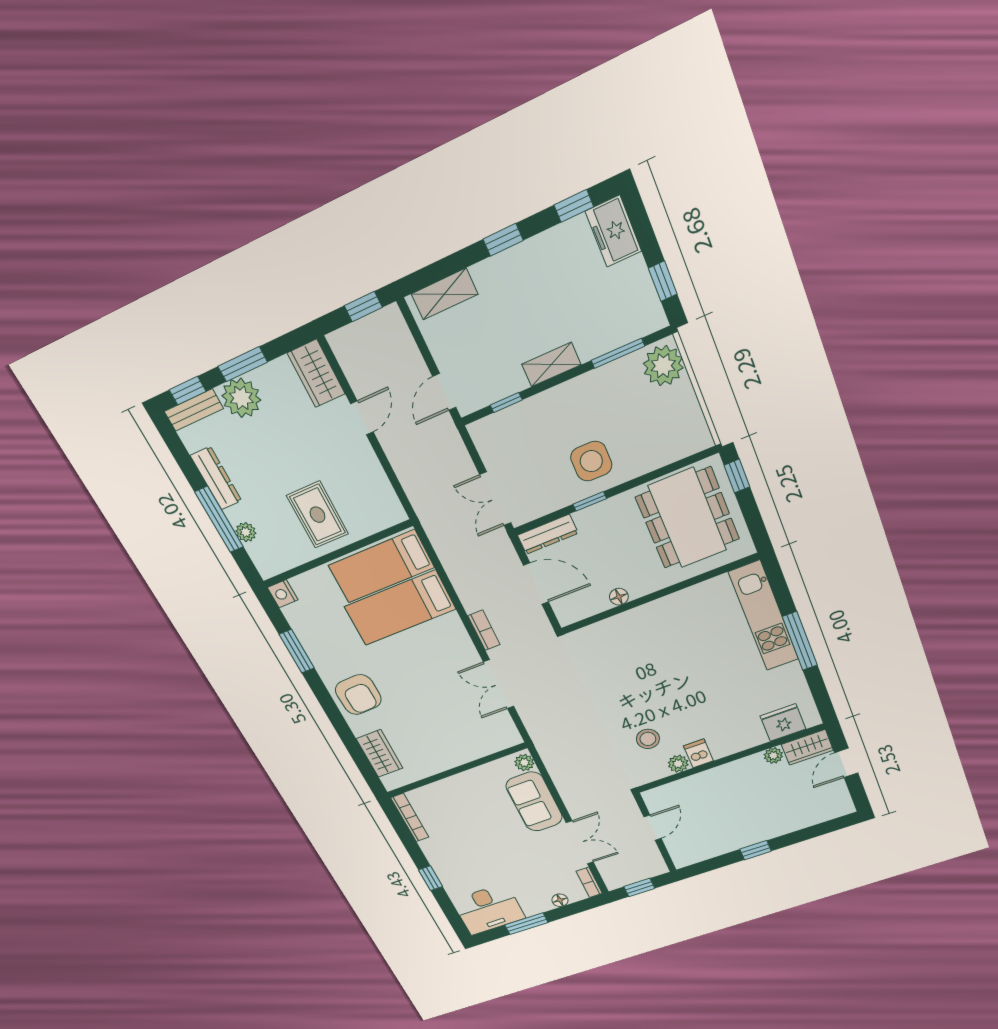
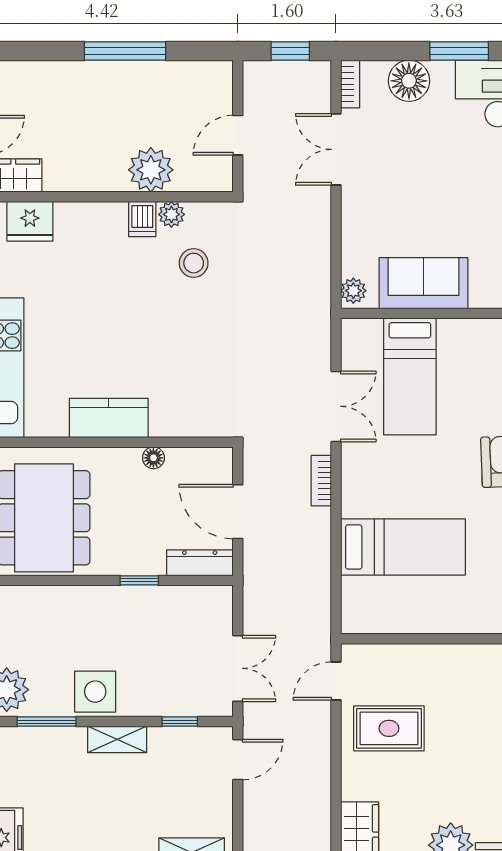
door: (362, 418) -> (336, 681), moved
side table: (591, 461) -> (95, 692), moved
double door: (495, 499) -> (238, 668), moved
rug: (317, 515) -> (389, 728), moved, turned 90
bed: (381, 566) -> (410, 376), moved, turned 90
kitchen counter: (666, 612) -> (109, 418), added
plant: (773, 756) -> (151, 170), moved, width x1.88, depth x1.88
sofa: (534, 802) -> (424, 283), moved, turned -90
window: (755, 850) -> (125, 51), width x2.17
floor lamp: (560, 900) -> (409, 81), width x1.89, depth x1.89

